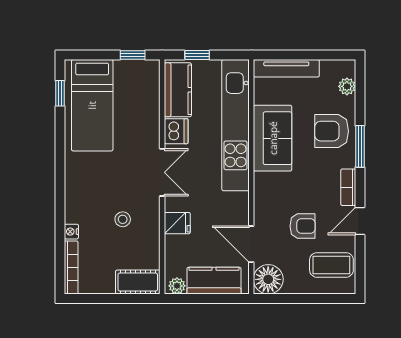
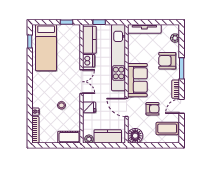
sofa: (273, 138) -> (137, 80), moved
door: (251, 244) -> (127, 107), moved

